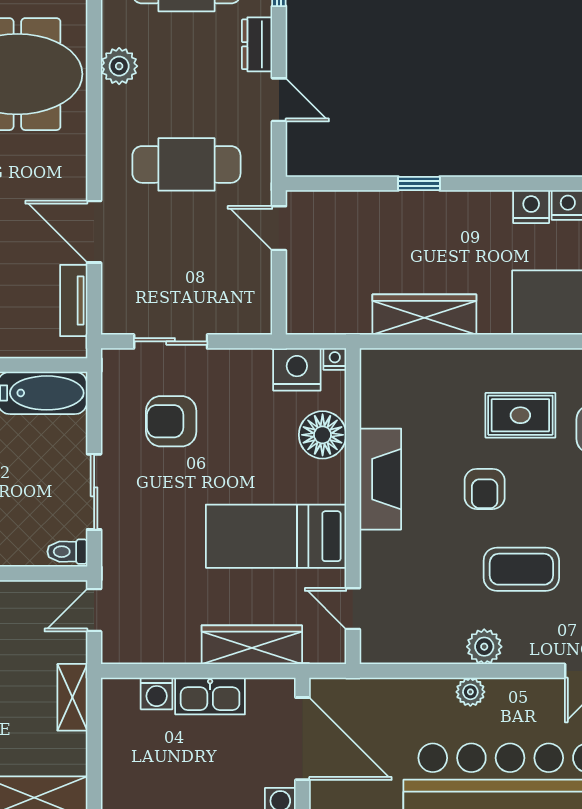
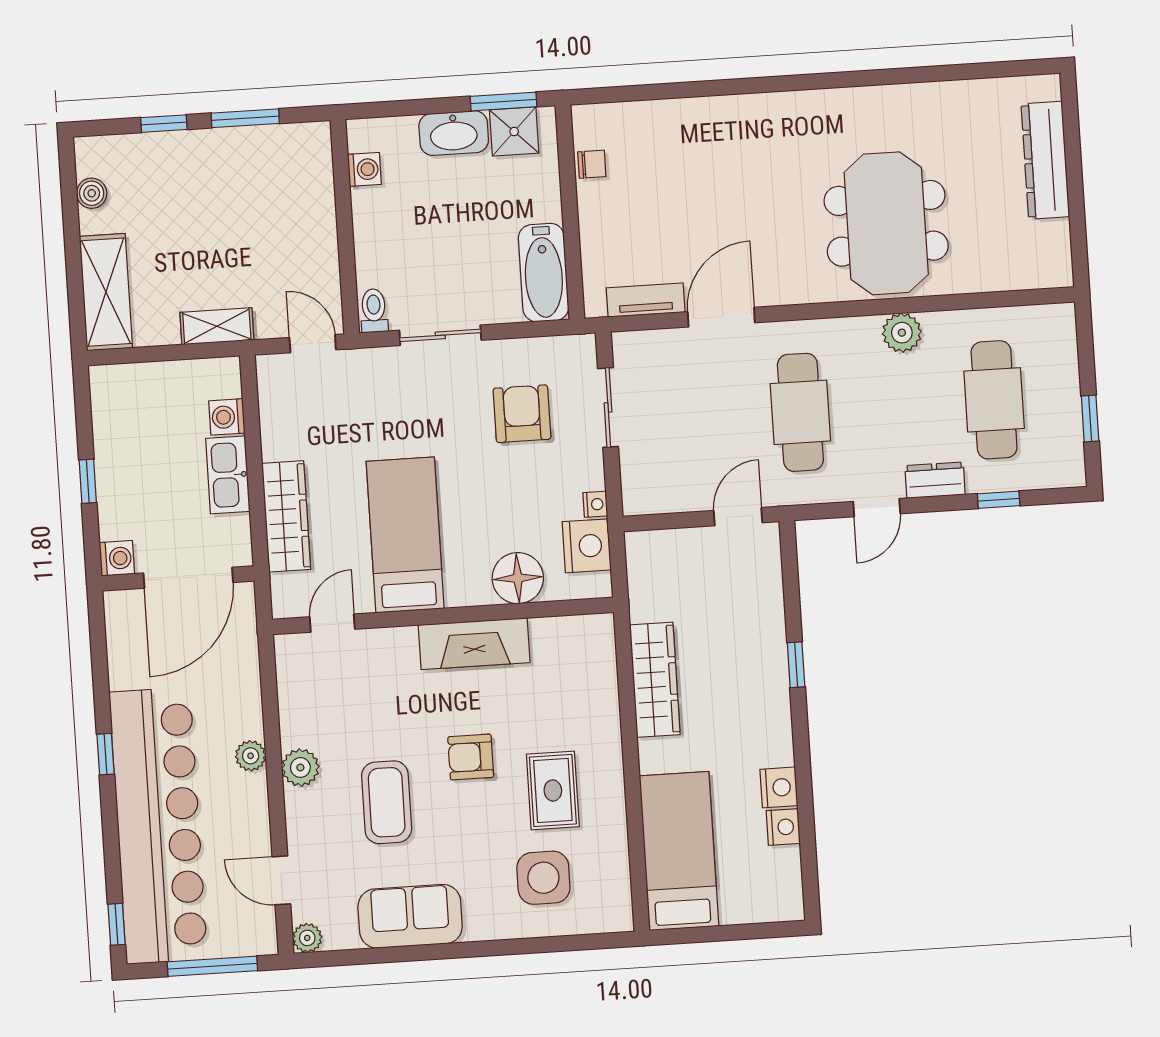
nightstand: (335, 359) -> (595, 504), moved

